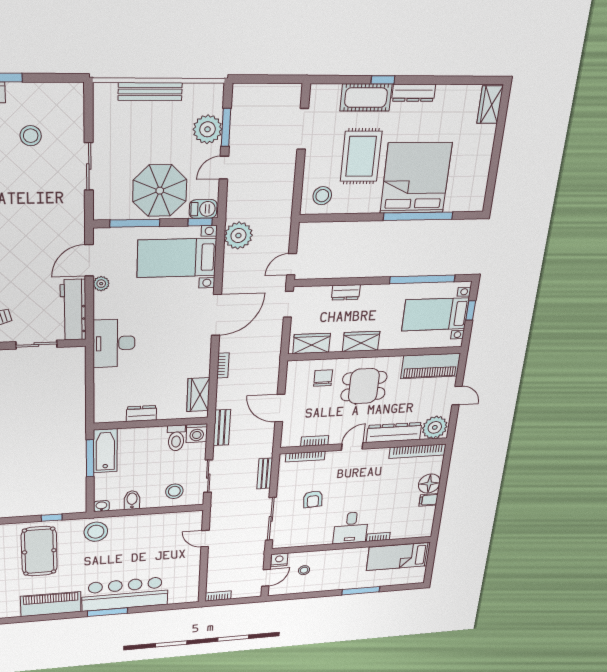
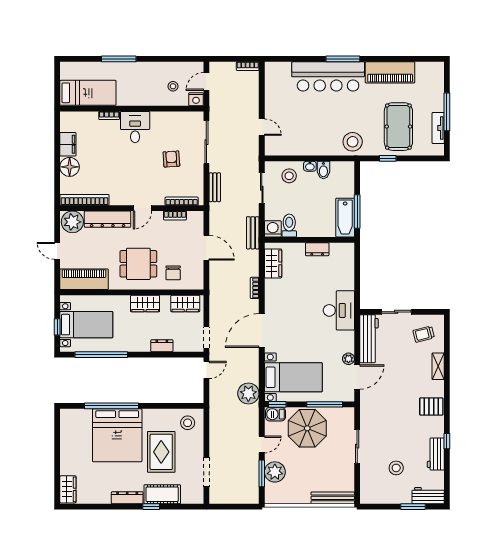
bench: (150, 92) -> (333, 498), moved
filing cabinet: (429, 500) -> (68, 144), width x2.00
washbasin: (101, 506) -> (310, 166), moved

